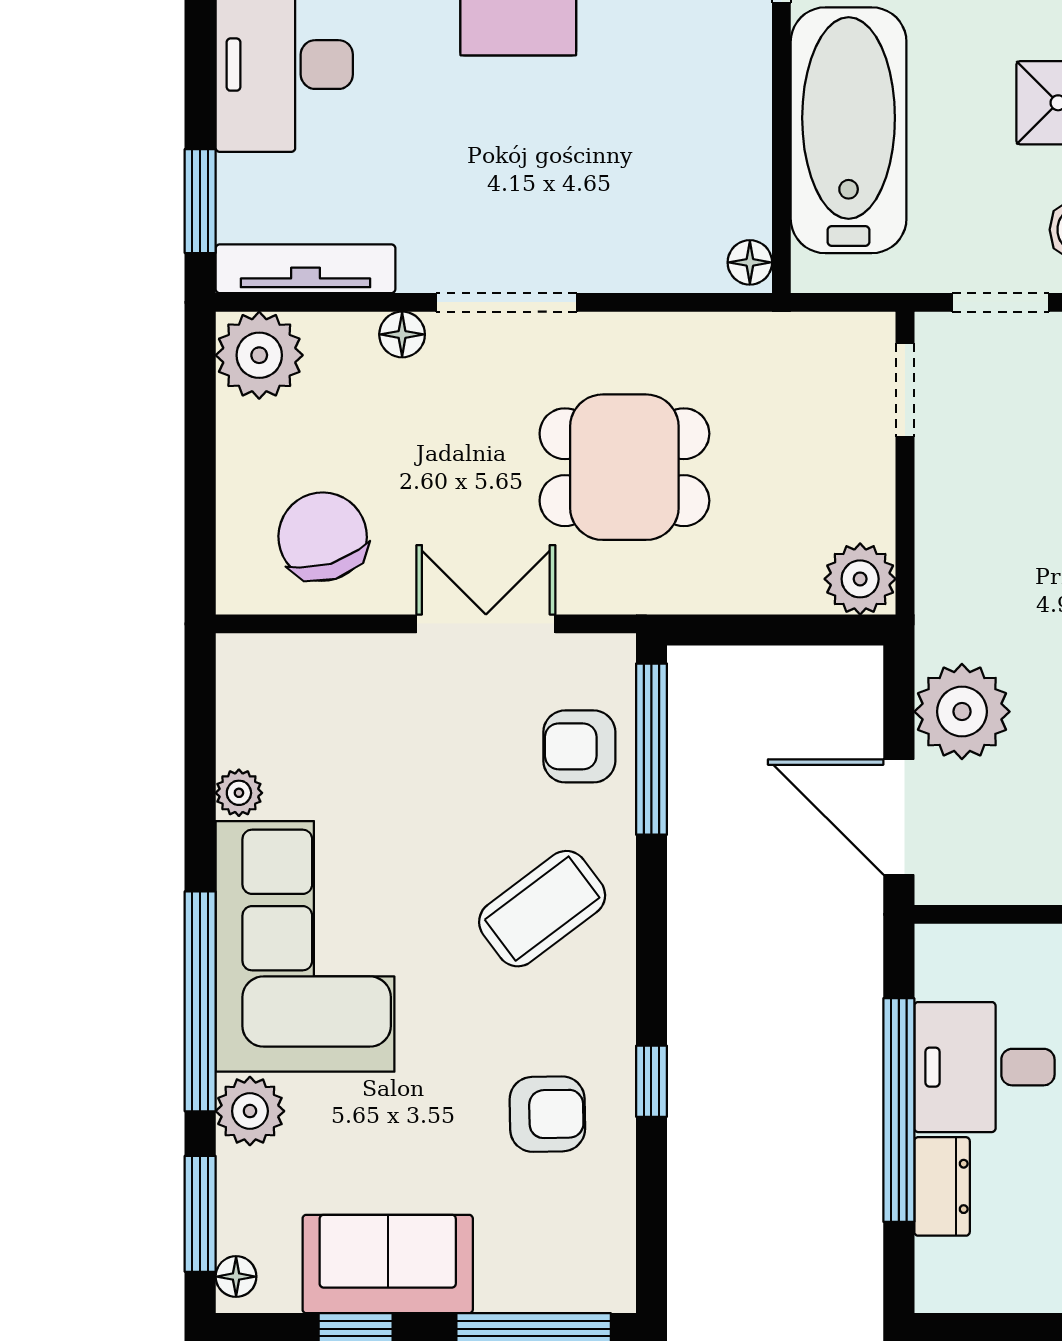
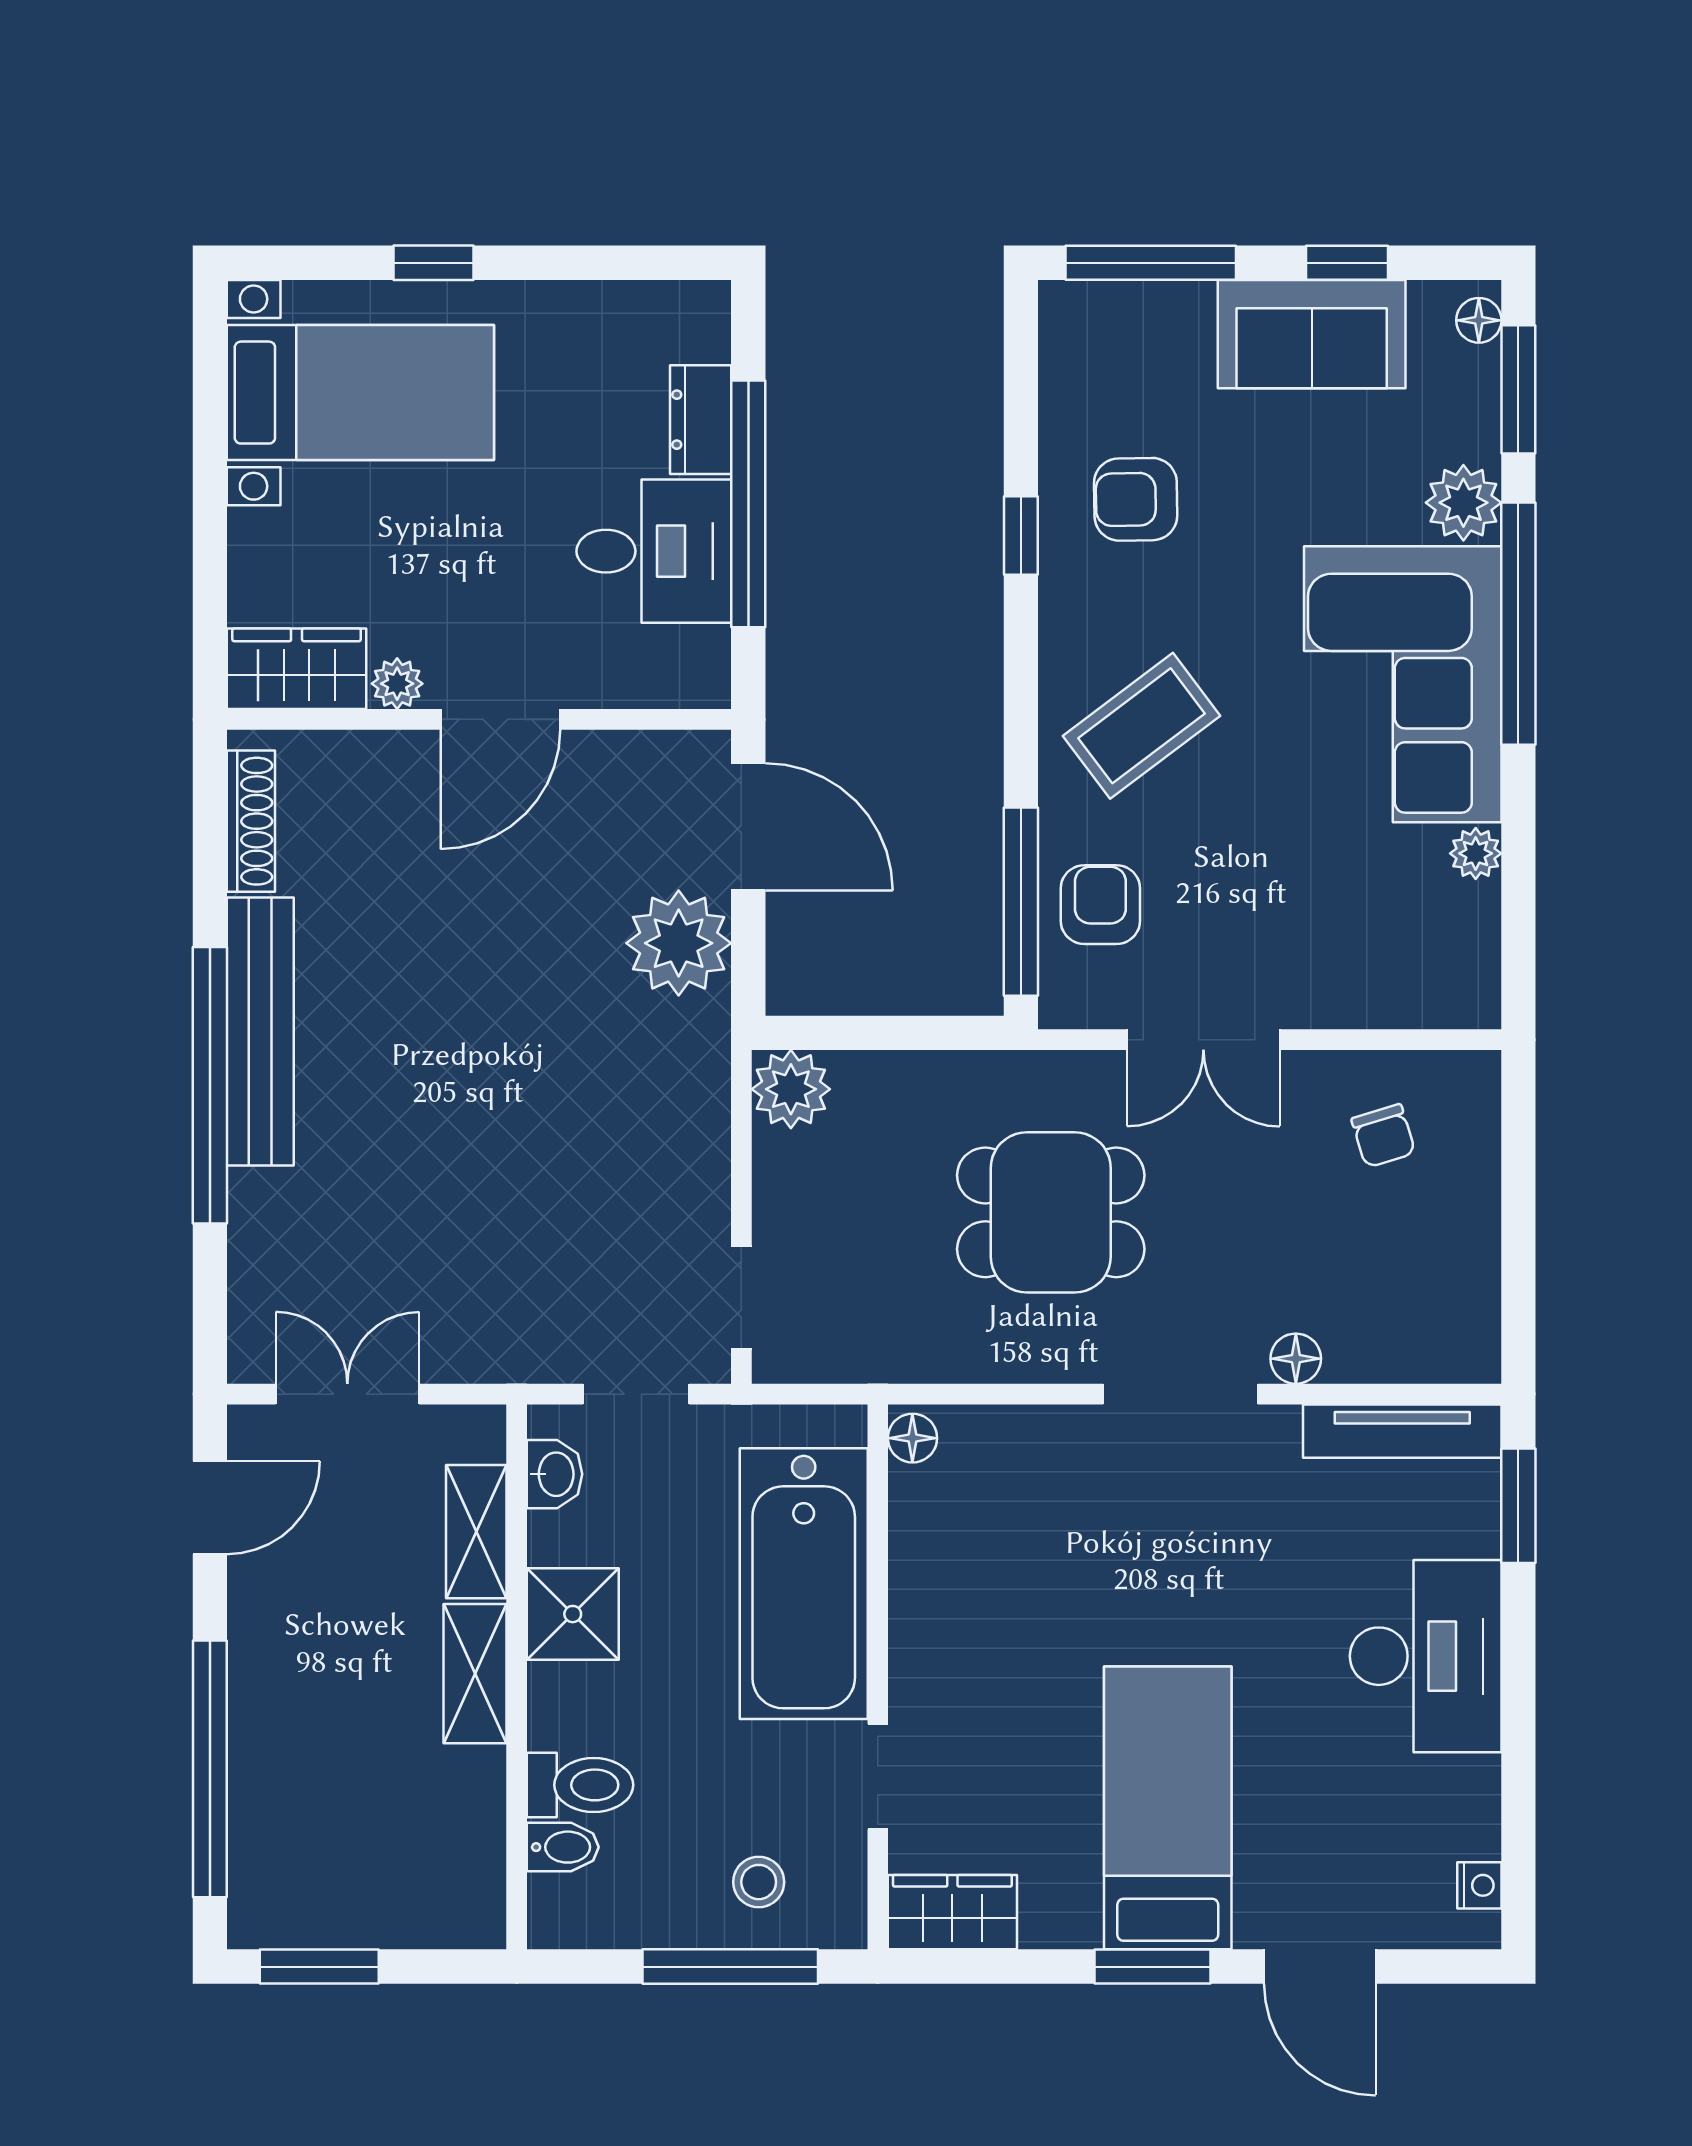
plant: (259, 355) -> (1453, 1336), removed
chair: (323, 537) -> (1383, 1136), width x0.54, depth x0.54
armchair: (579, 746) -> (1100, 905), turned -90

